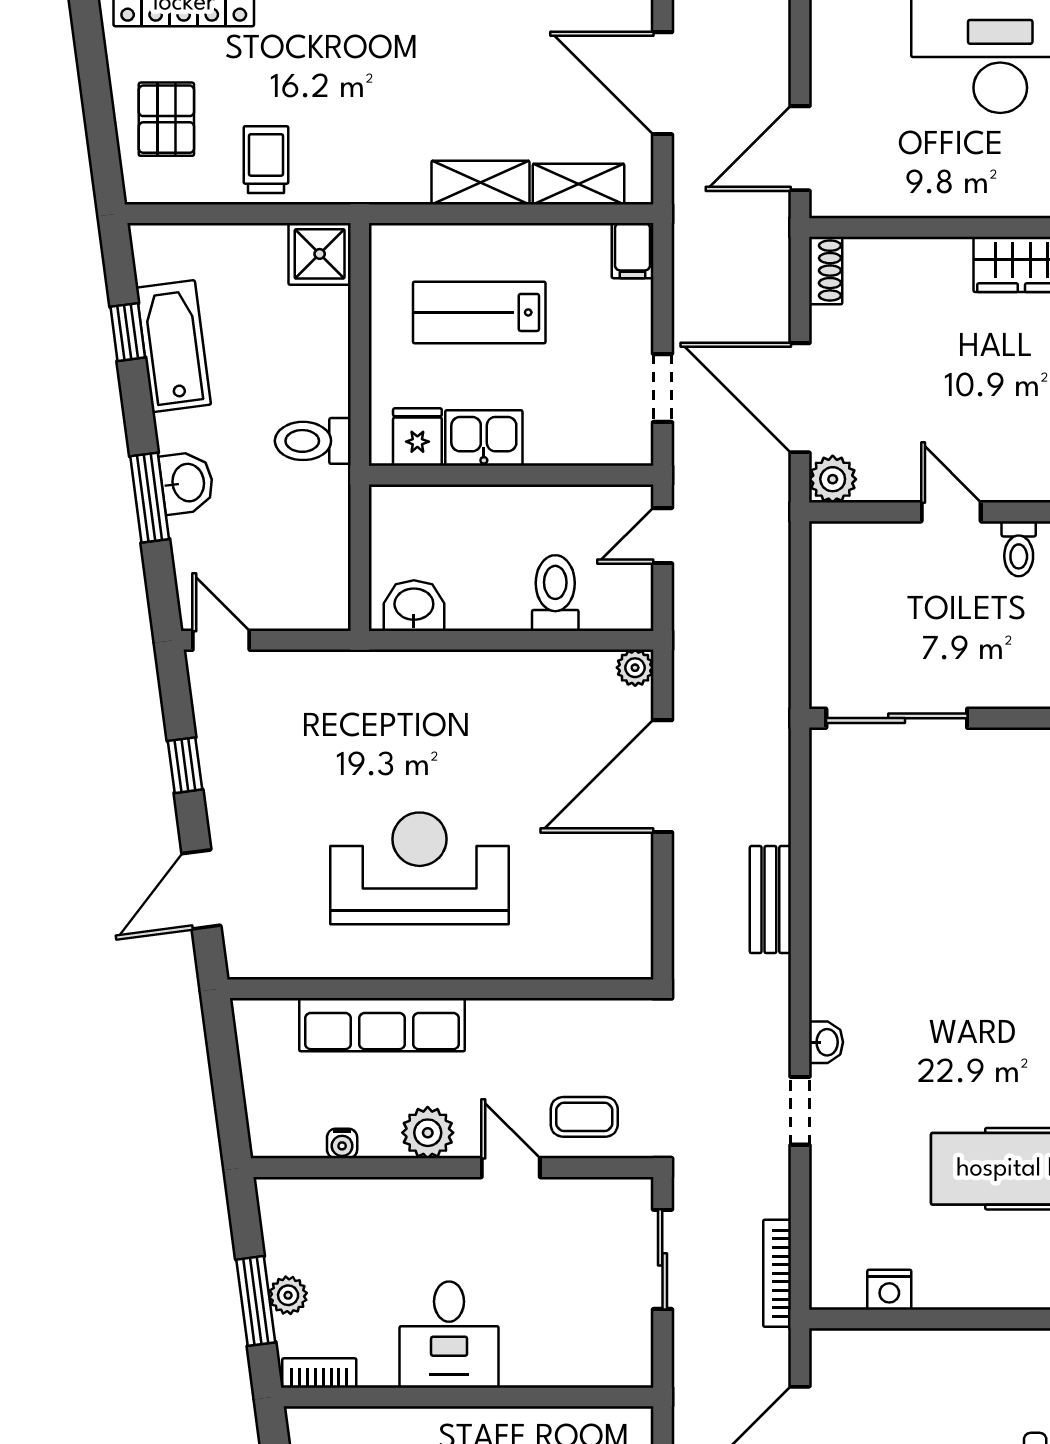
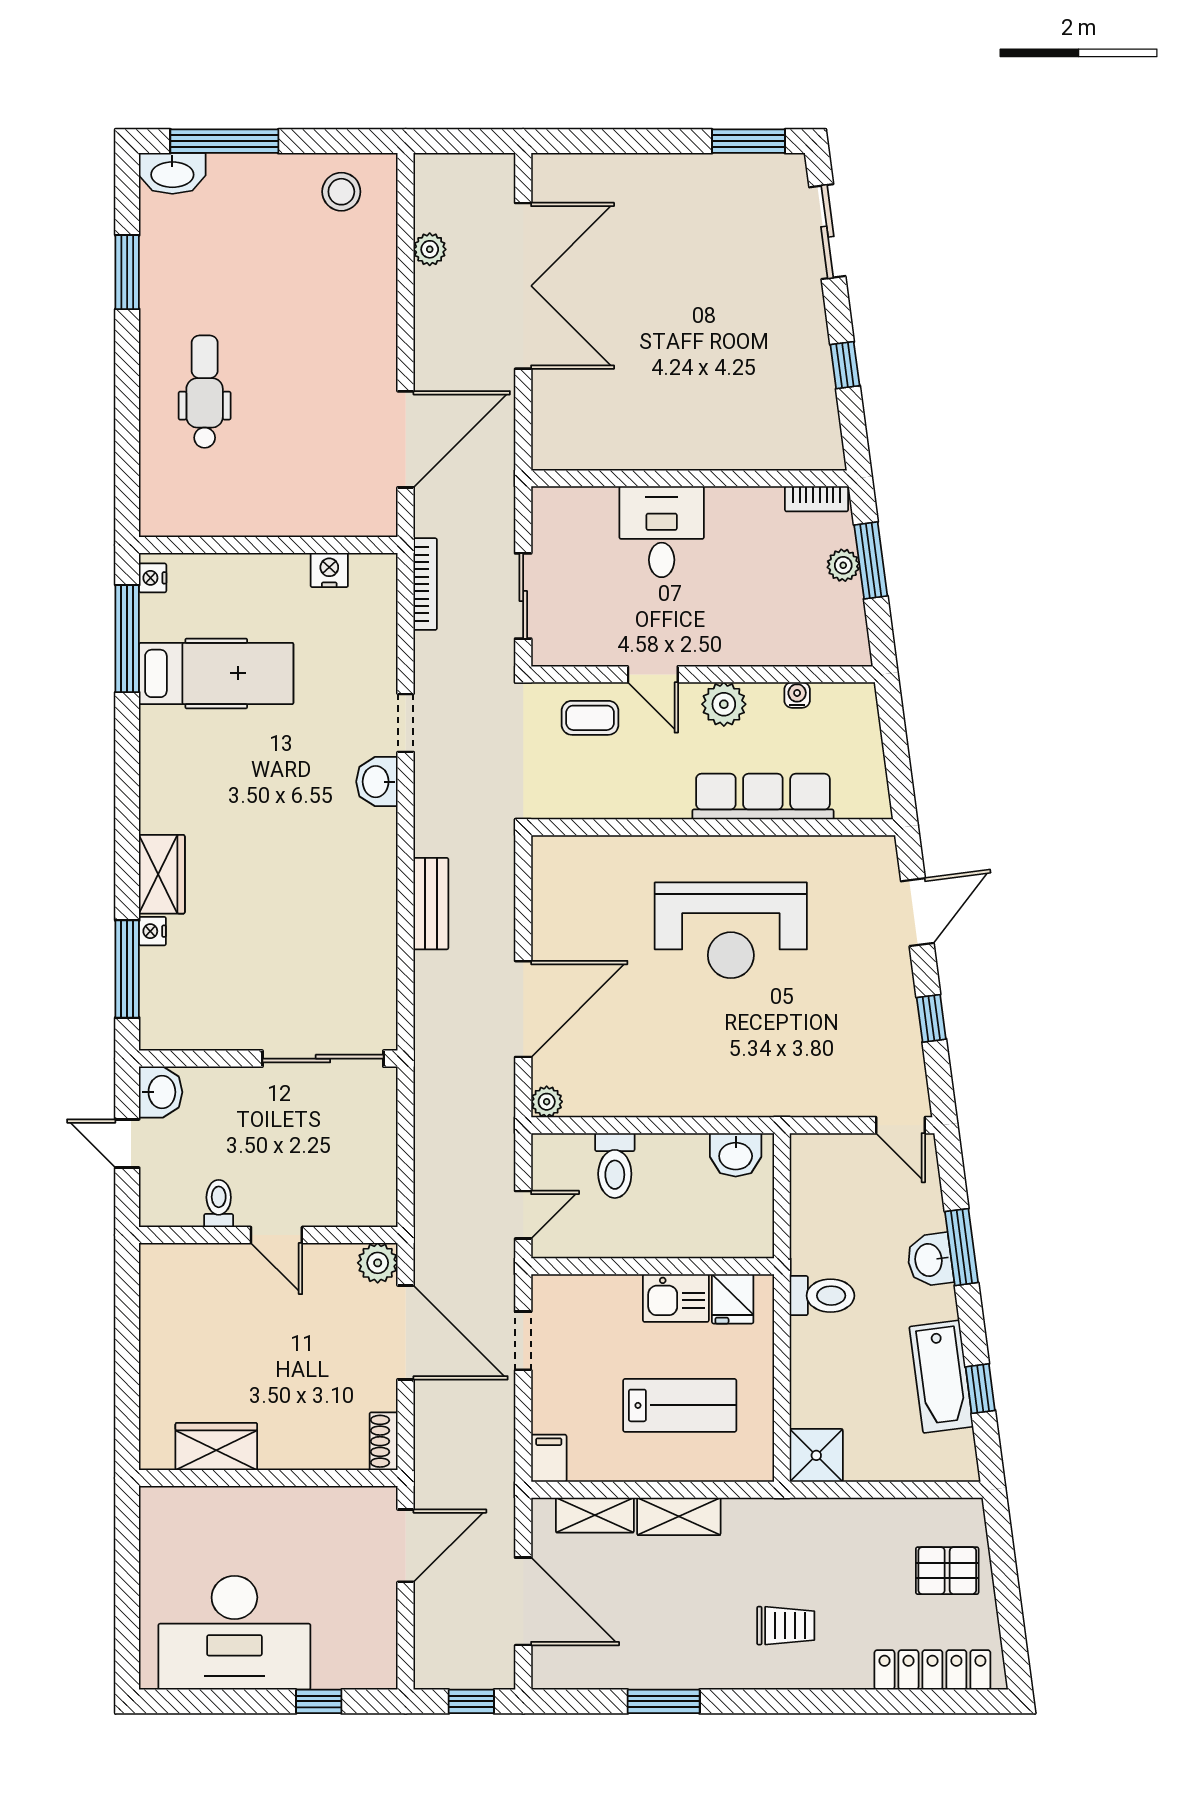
pallet: (166, 119) -> (947, 1571), turned 90
trolley: (266, 160) -> (786, 1626), moved, turned -90
washbasin: (826, 1042) -> (377, 782), width x1.38, depth x1.45
desk: (449, 1335) -> (662, 532), moved

